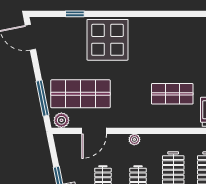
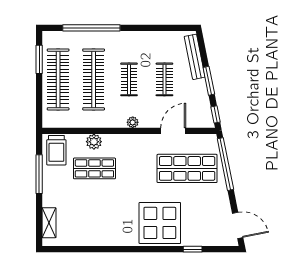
window: (43, 98) -> (225, 164), width x1.46
plant: (61, 120) -> (94, 142), moved
window: (52, 147) -> (216, 114), added

